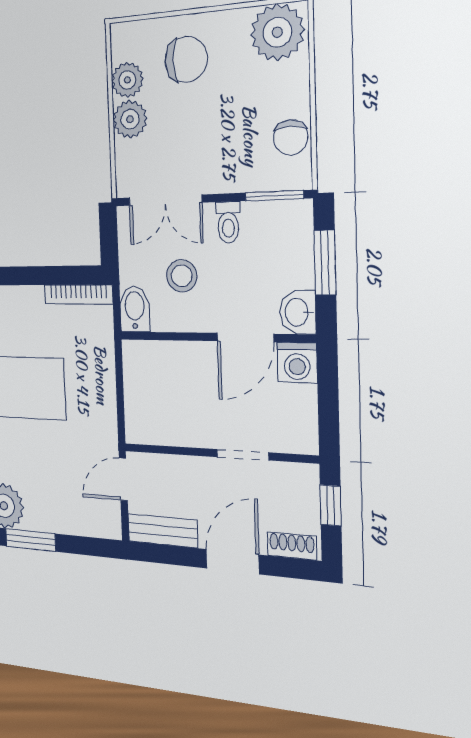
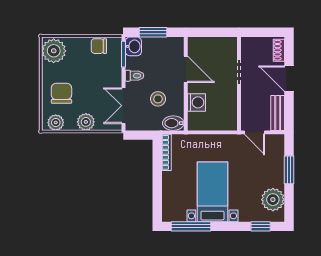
plant: (127, 80) -> (56, 123), moved
chair: (291, 137) -> (99, 46), turned 180
double door: (165, 200) -> (123, 106), swing flipped
washbasin: (298, 312) -> (133, 46), moved, turned -90
washing machine: (297, 363) -> (197, 102), moved
window: (331, 505) -> (259, 32), removed
window: (31, 540) -> (289, 170), moved

